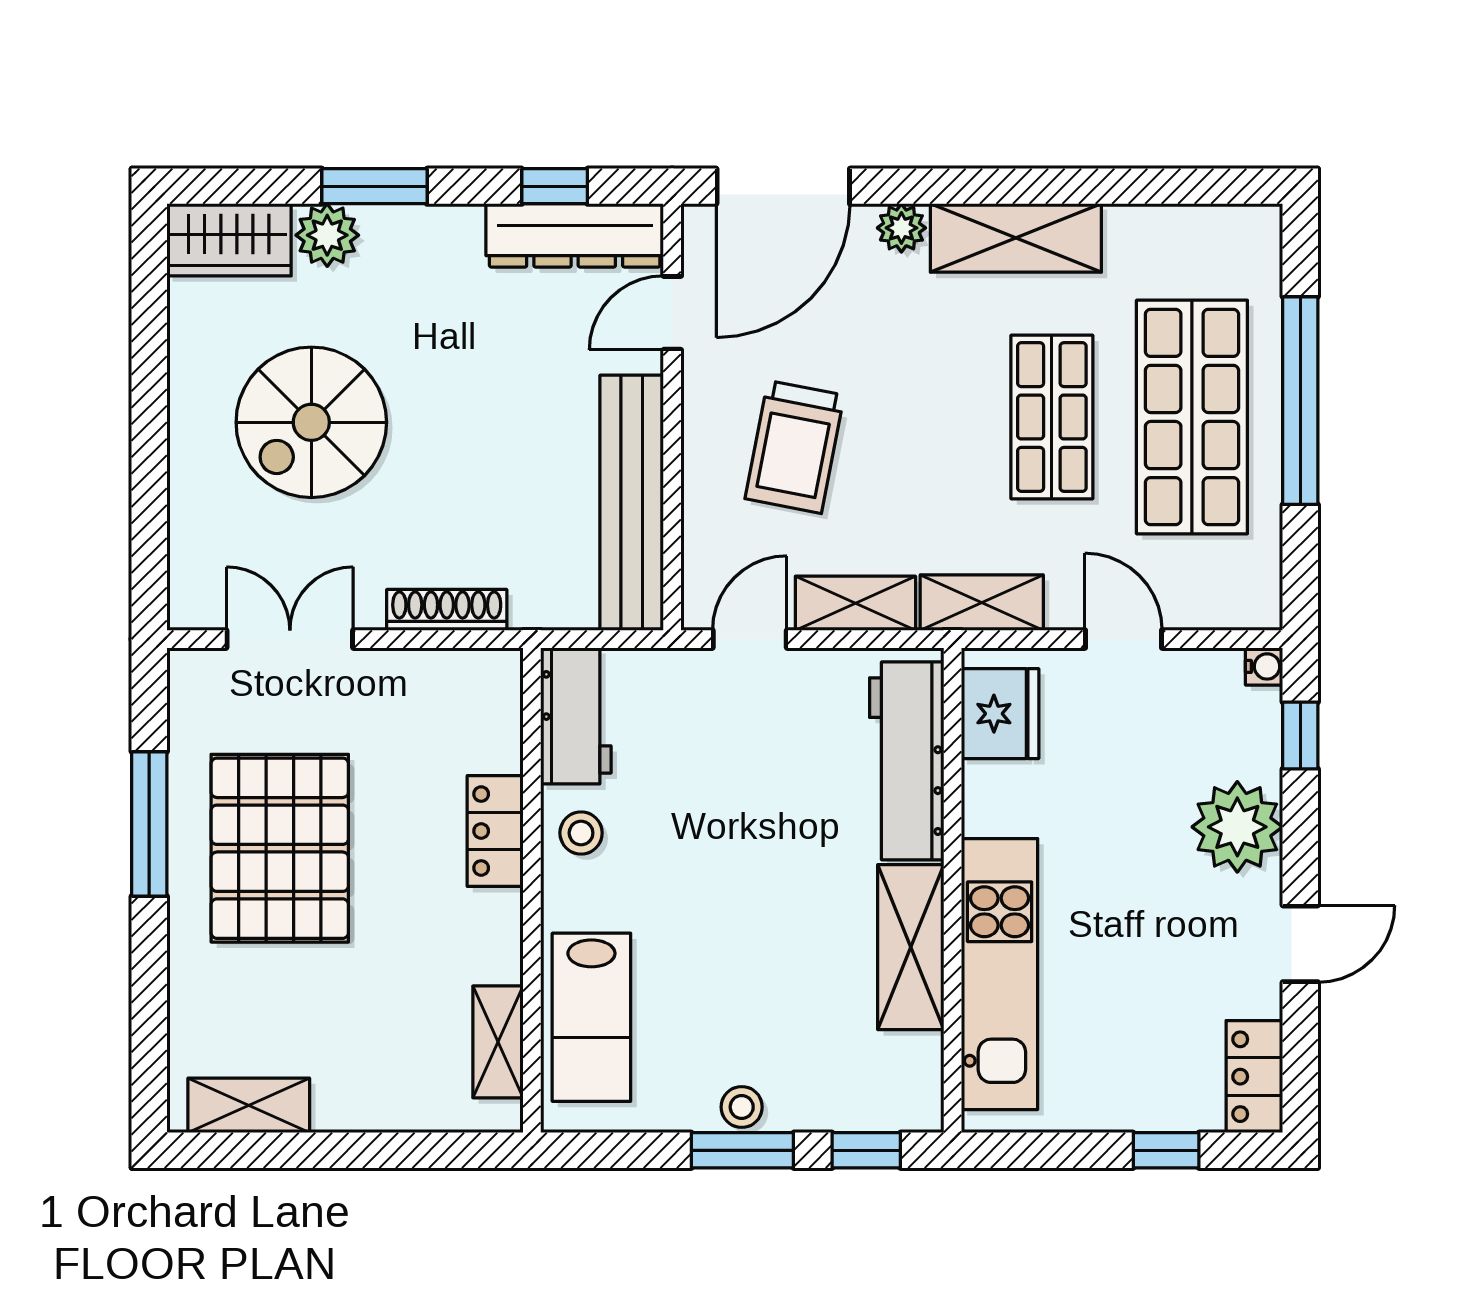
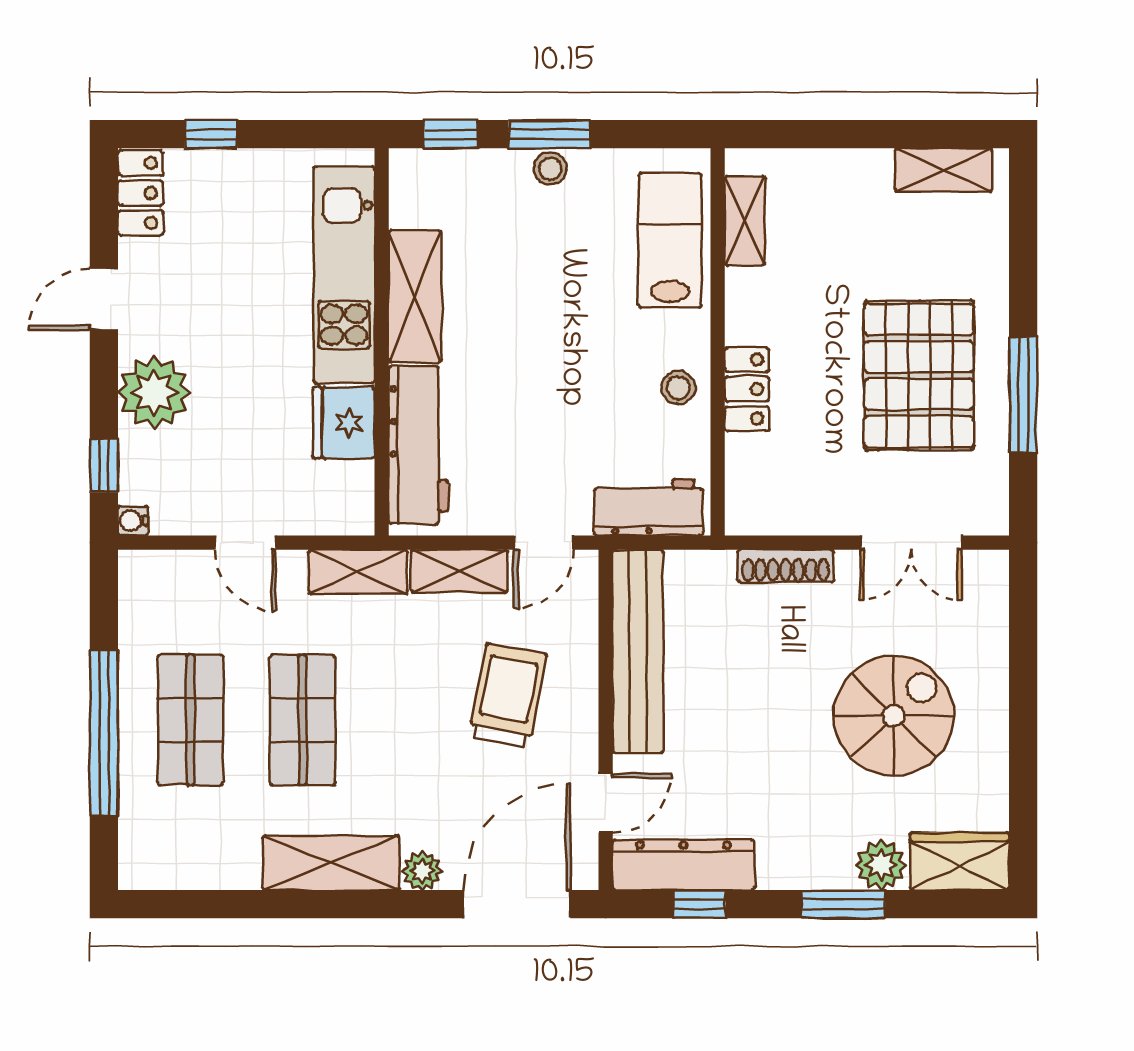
shop shelf: (1192, 417) -> (190, 720), width x0.70, depth x0.74
fridge: (1000, 714) -> (344, 423), moved
workbench: (576, 716) -> (649, 507), moved, turned 90

